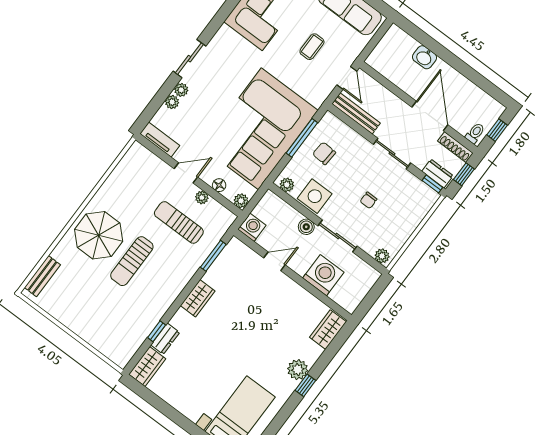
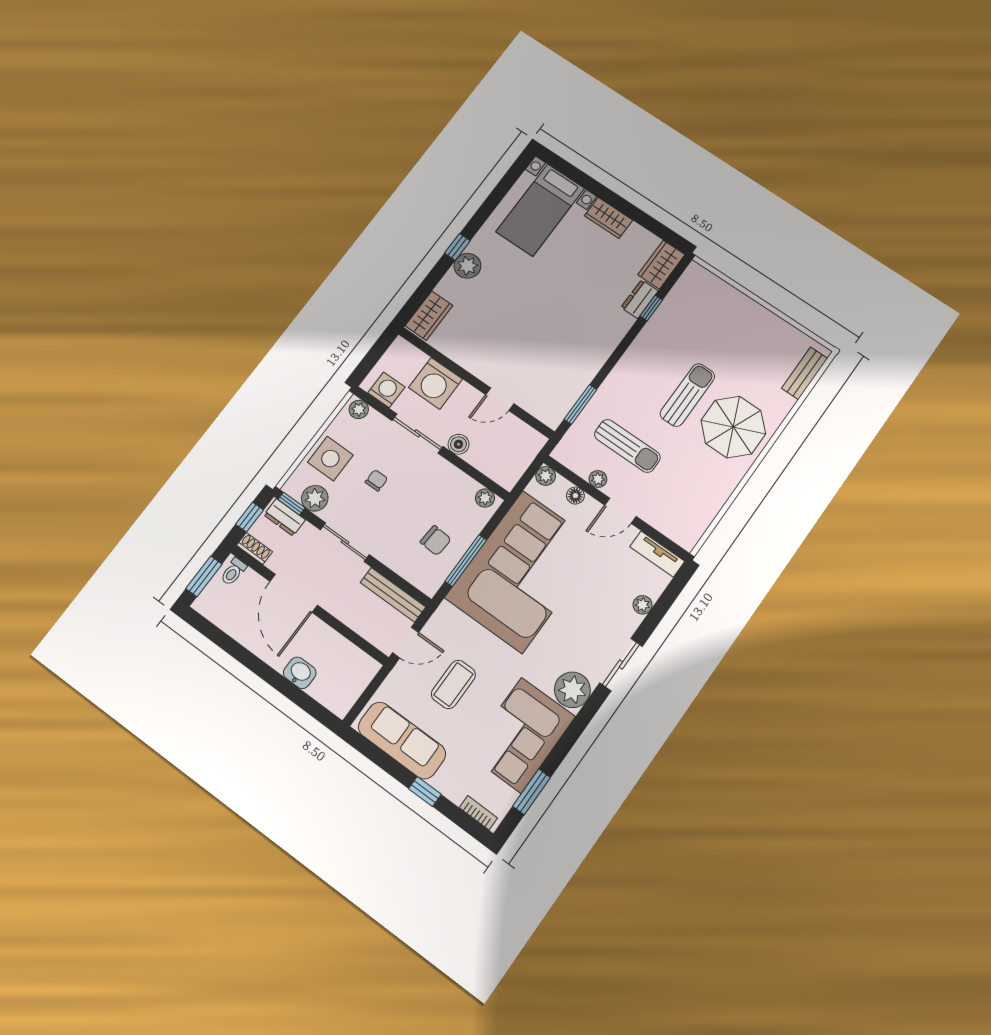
coffee table: (312, 47) -> (453, 684), width x1.36, depth x1.30
door: (347, 78) -> (406, 642), swing flipped
plant: (181, 90) -> (572, 690), moved, width x1.88, depth x1.88
window: (497, 130) -> (204, 576), width x1.50
shoe rack: (455, 147) -> (255, 548), width x0.70
plant: (415, 188) -> (315, 498), added
side table: (315, 196) -> (330, 459), moved
washing machine: (252, 227) -> (386, 390), moved, turned 180
wardrobe: (198, 298) -> (609, 218), moved, turned -90

